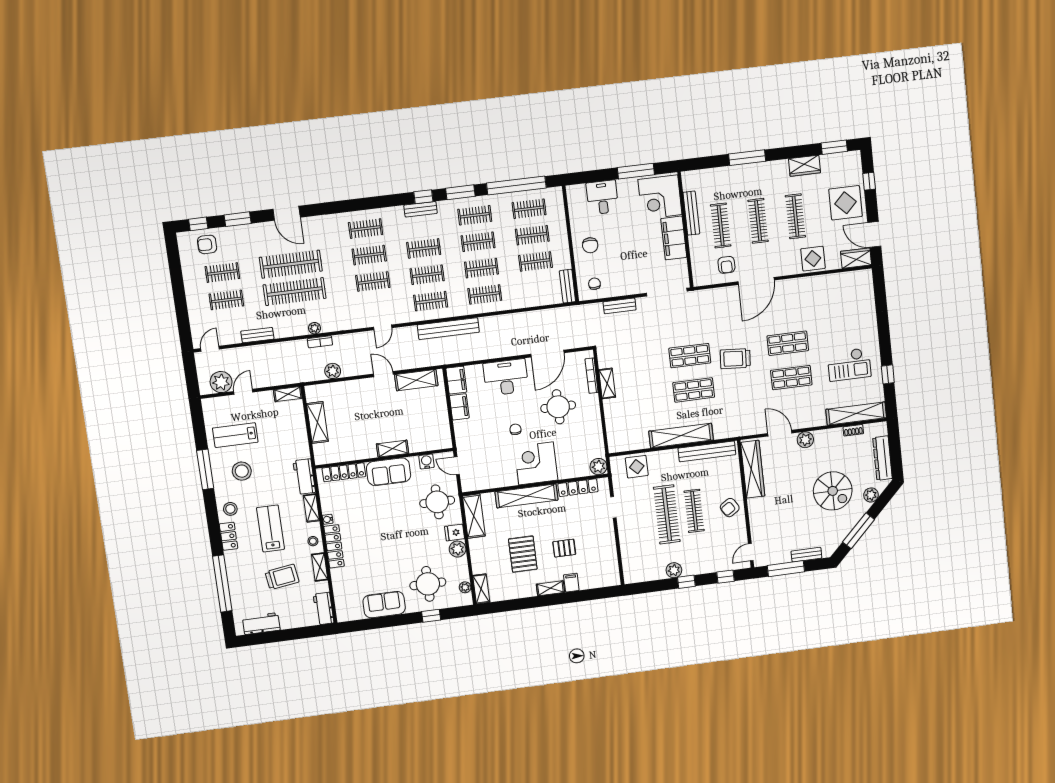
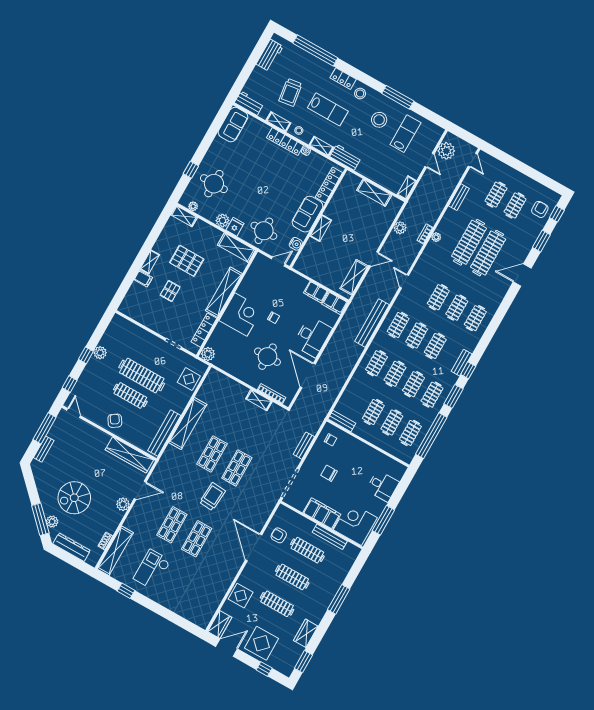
chair: (590, 245) -> (329, 473), moved
window: (859, 531) -> (40, 519), moved
sofa: (384, 605) -> (233, 125), moved

